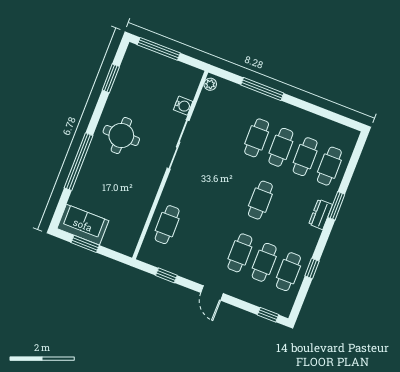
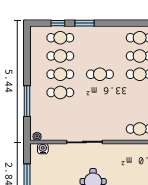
water cooler: (183, 106) -> (43, 149), moved
dresser: (321, 214) -> (94, 31), removed
window: (312, 268) -> (58, 23), moved

